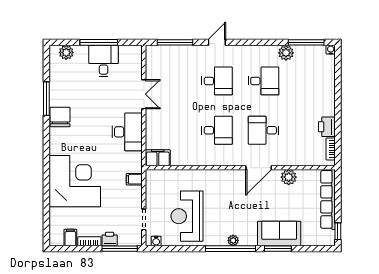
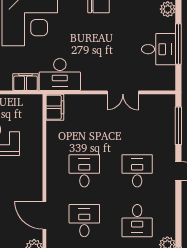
desk: (217, 81) -> (137, 171), turned 180
desk: (217, 130) -> (84, 171), turned 180
desk: (127, 132) -> (60, 74), moved
filing cabinet: (134, 179) -> (25, 82), width x2.00

